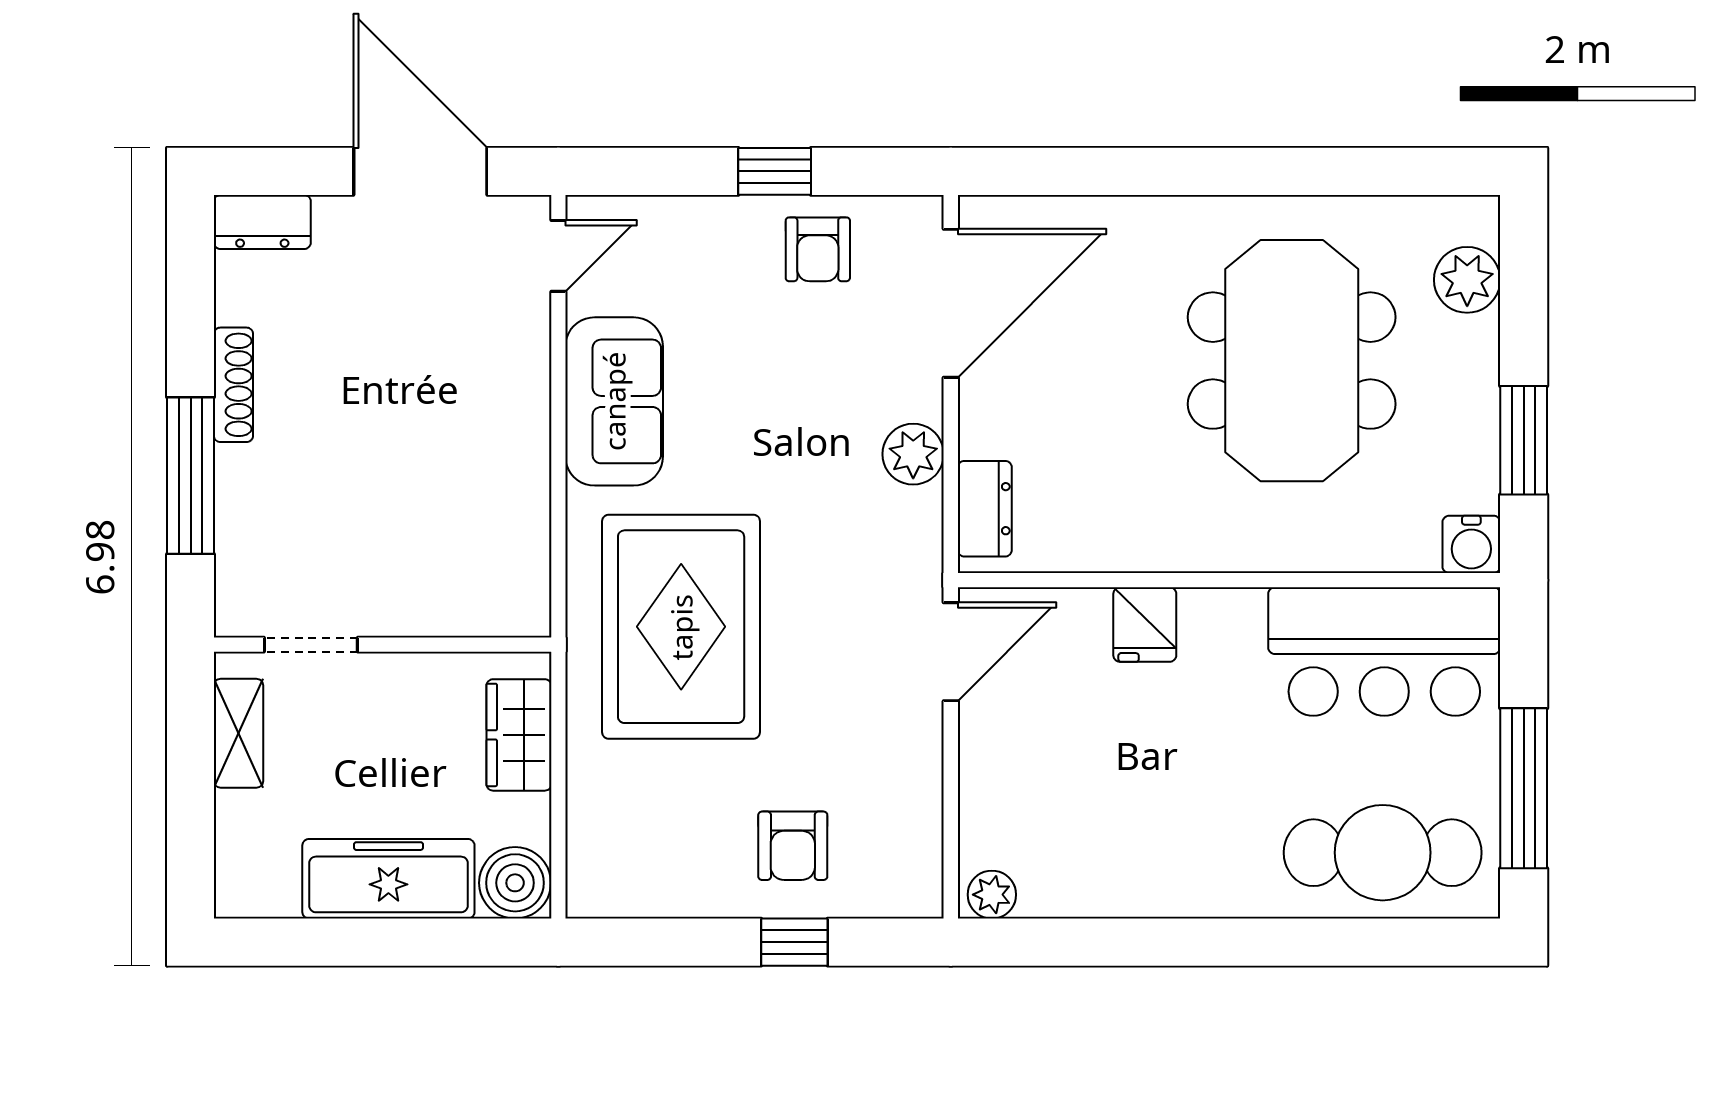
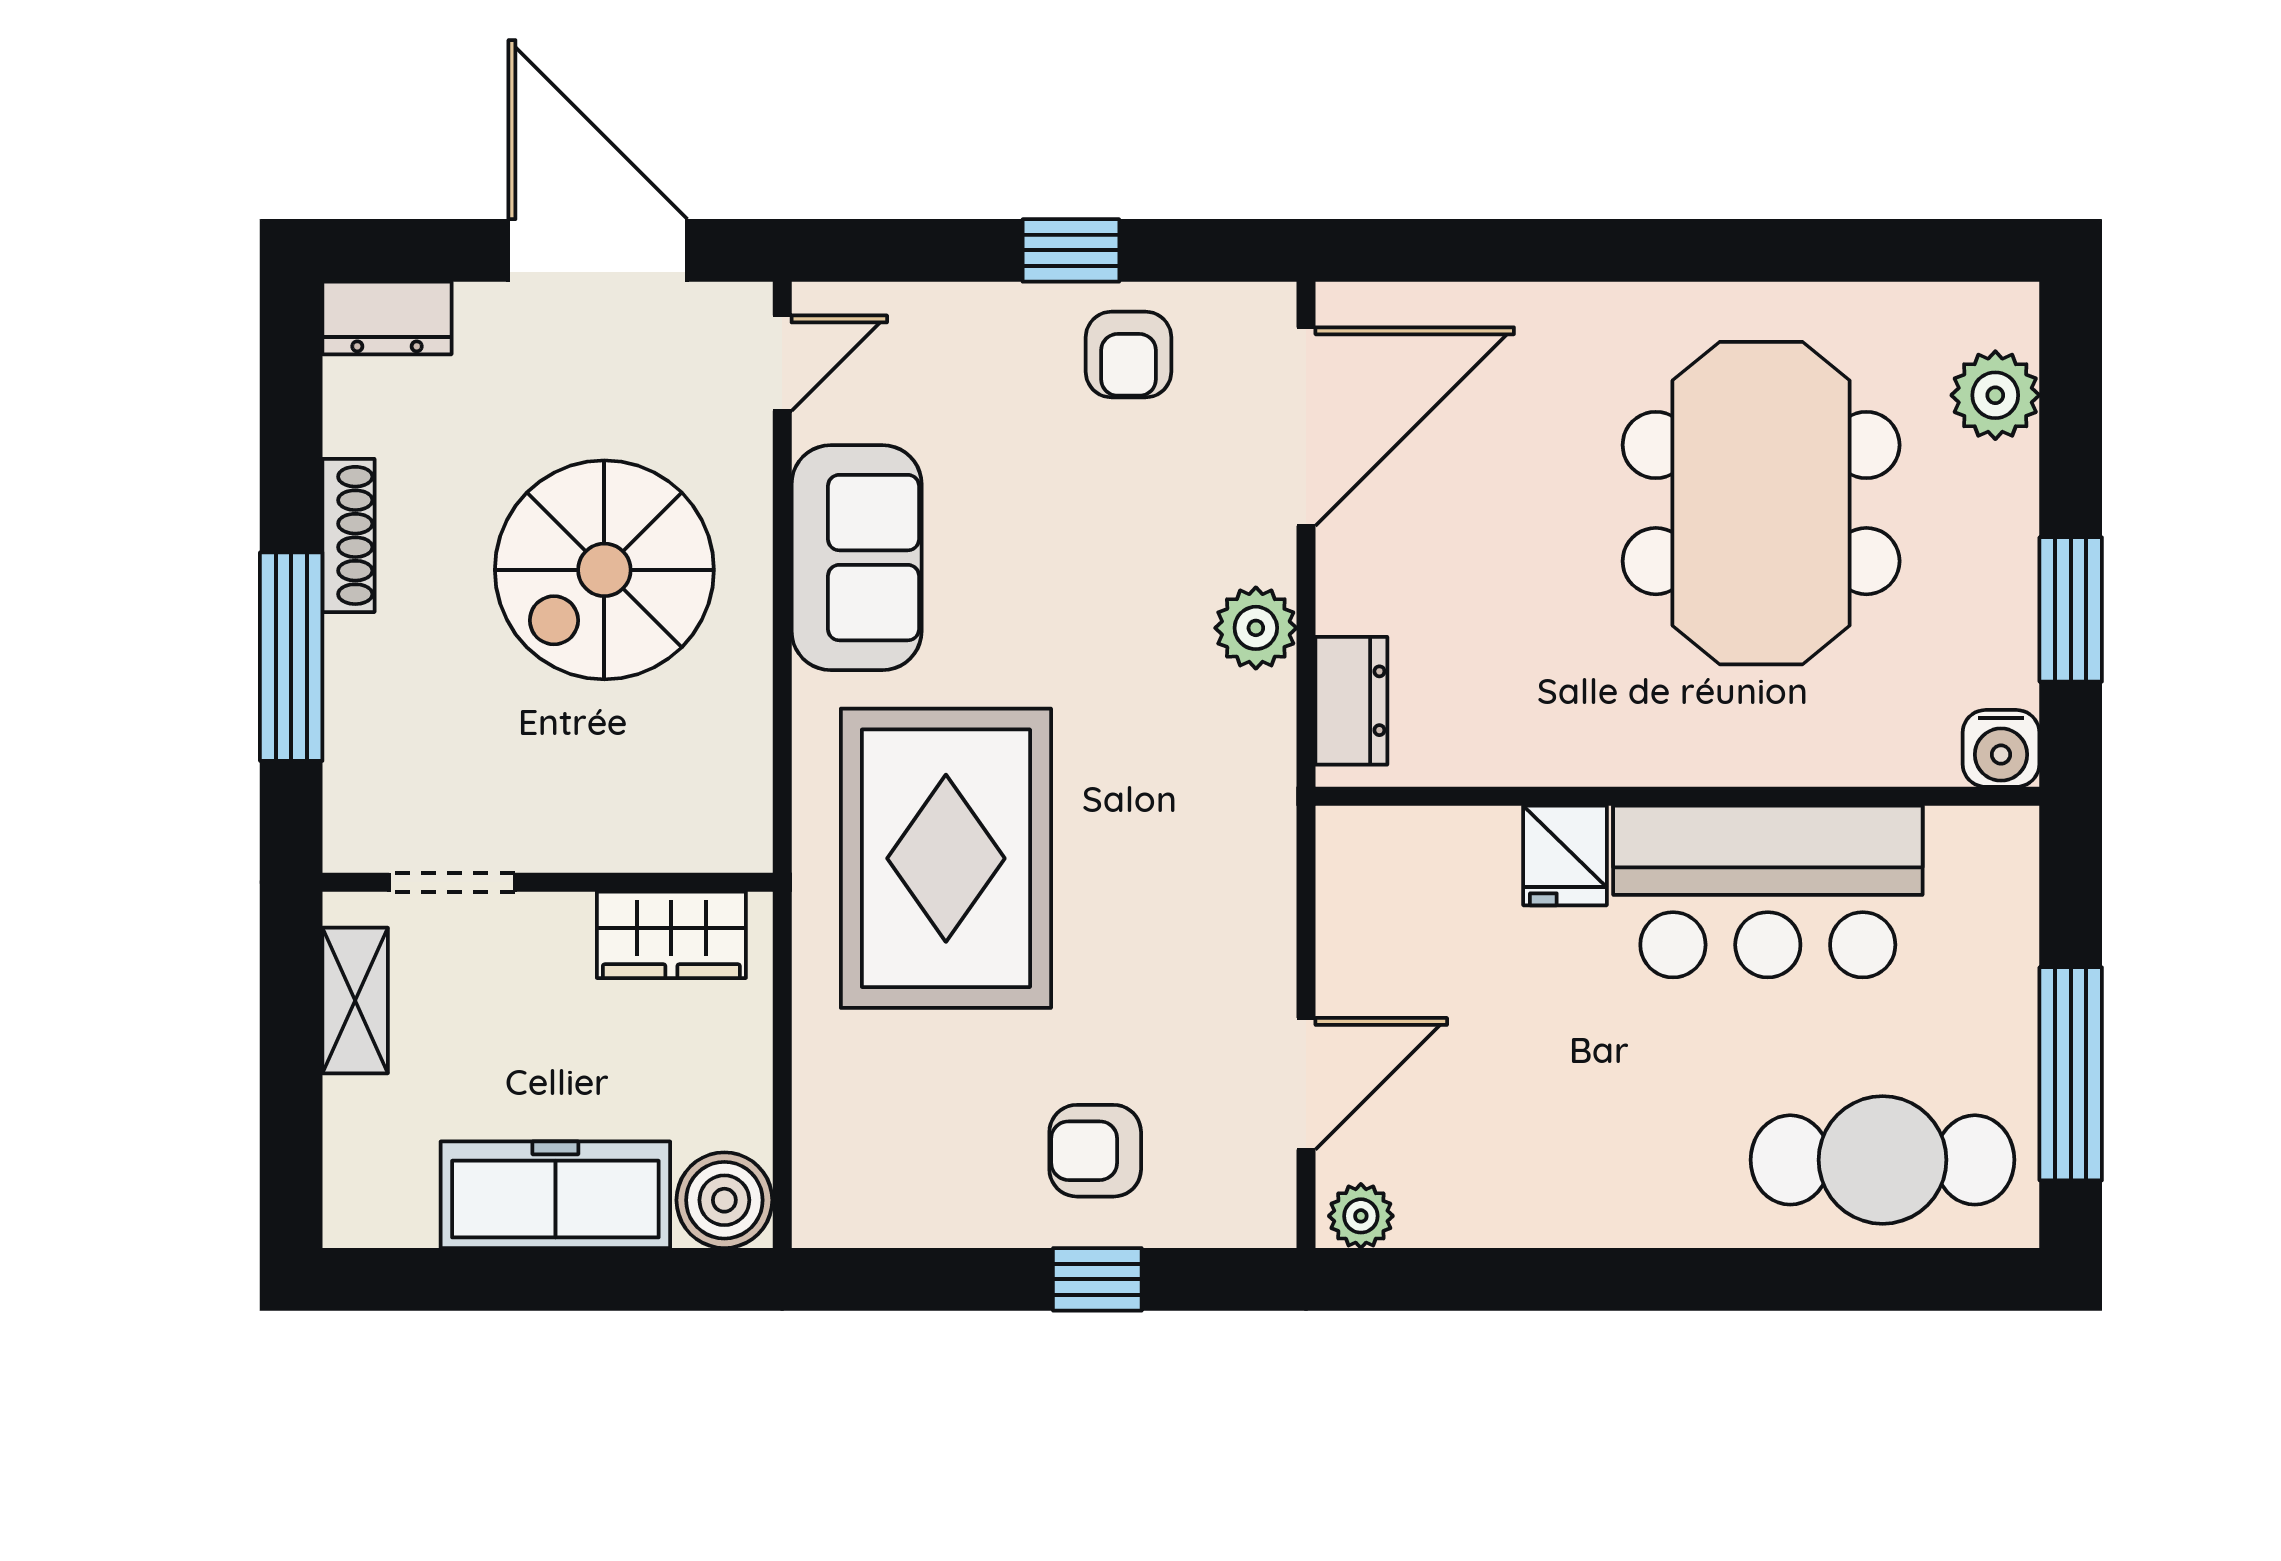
spiral stairs: (425, 411) -> (604, 570), added
door: (951, 652) -> (1306, 1084), moved
bar counter: (1384, 652) -> (1768, 892), moved
wardrobe: (519, 735) -> (671, 935), moved, turned -90
armchair: (793, 846) -> (1095, 1151), turned 90

